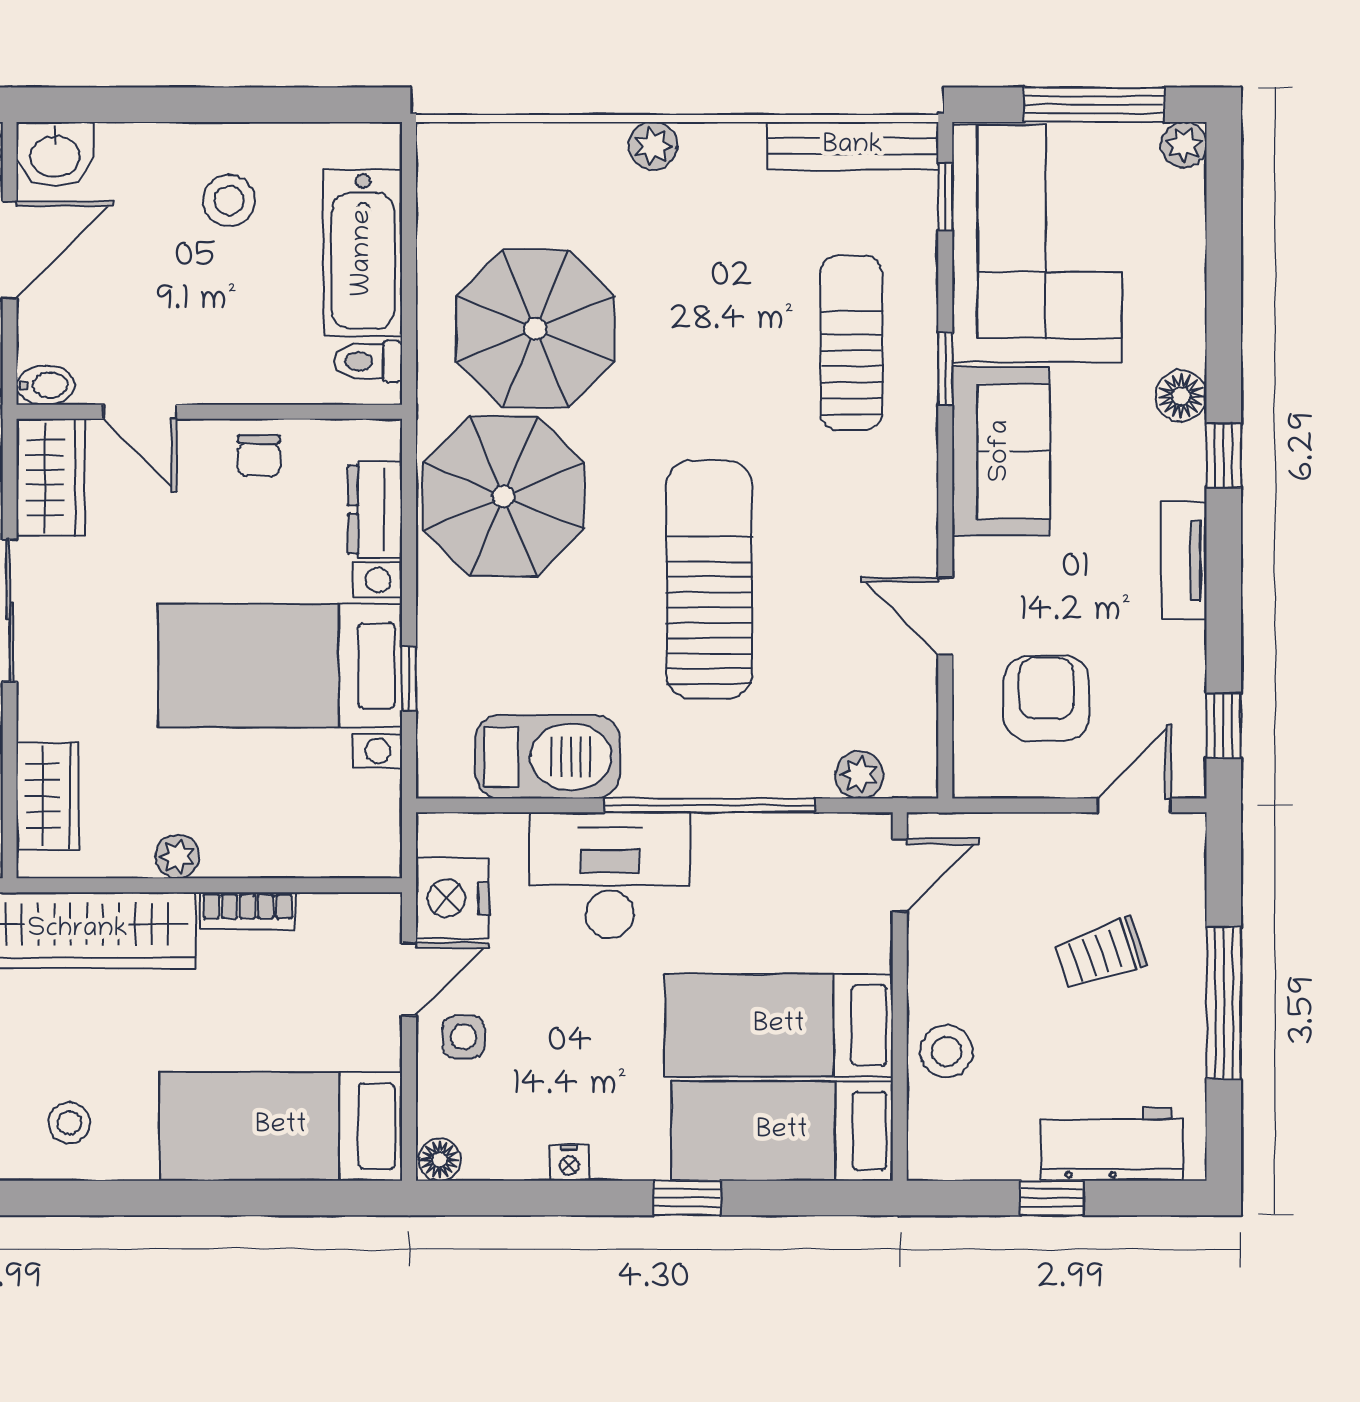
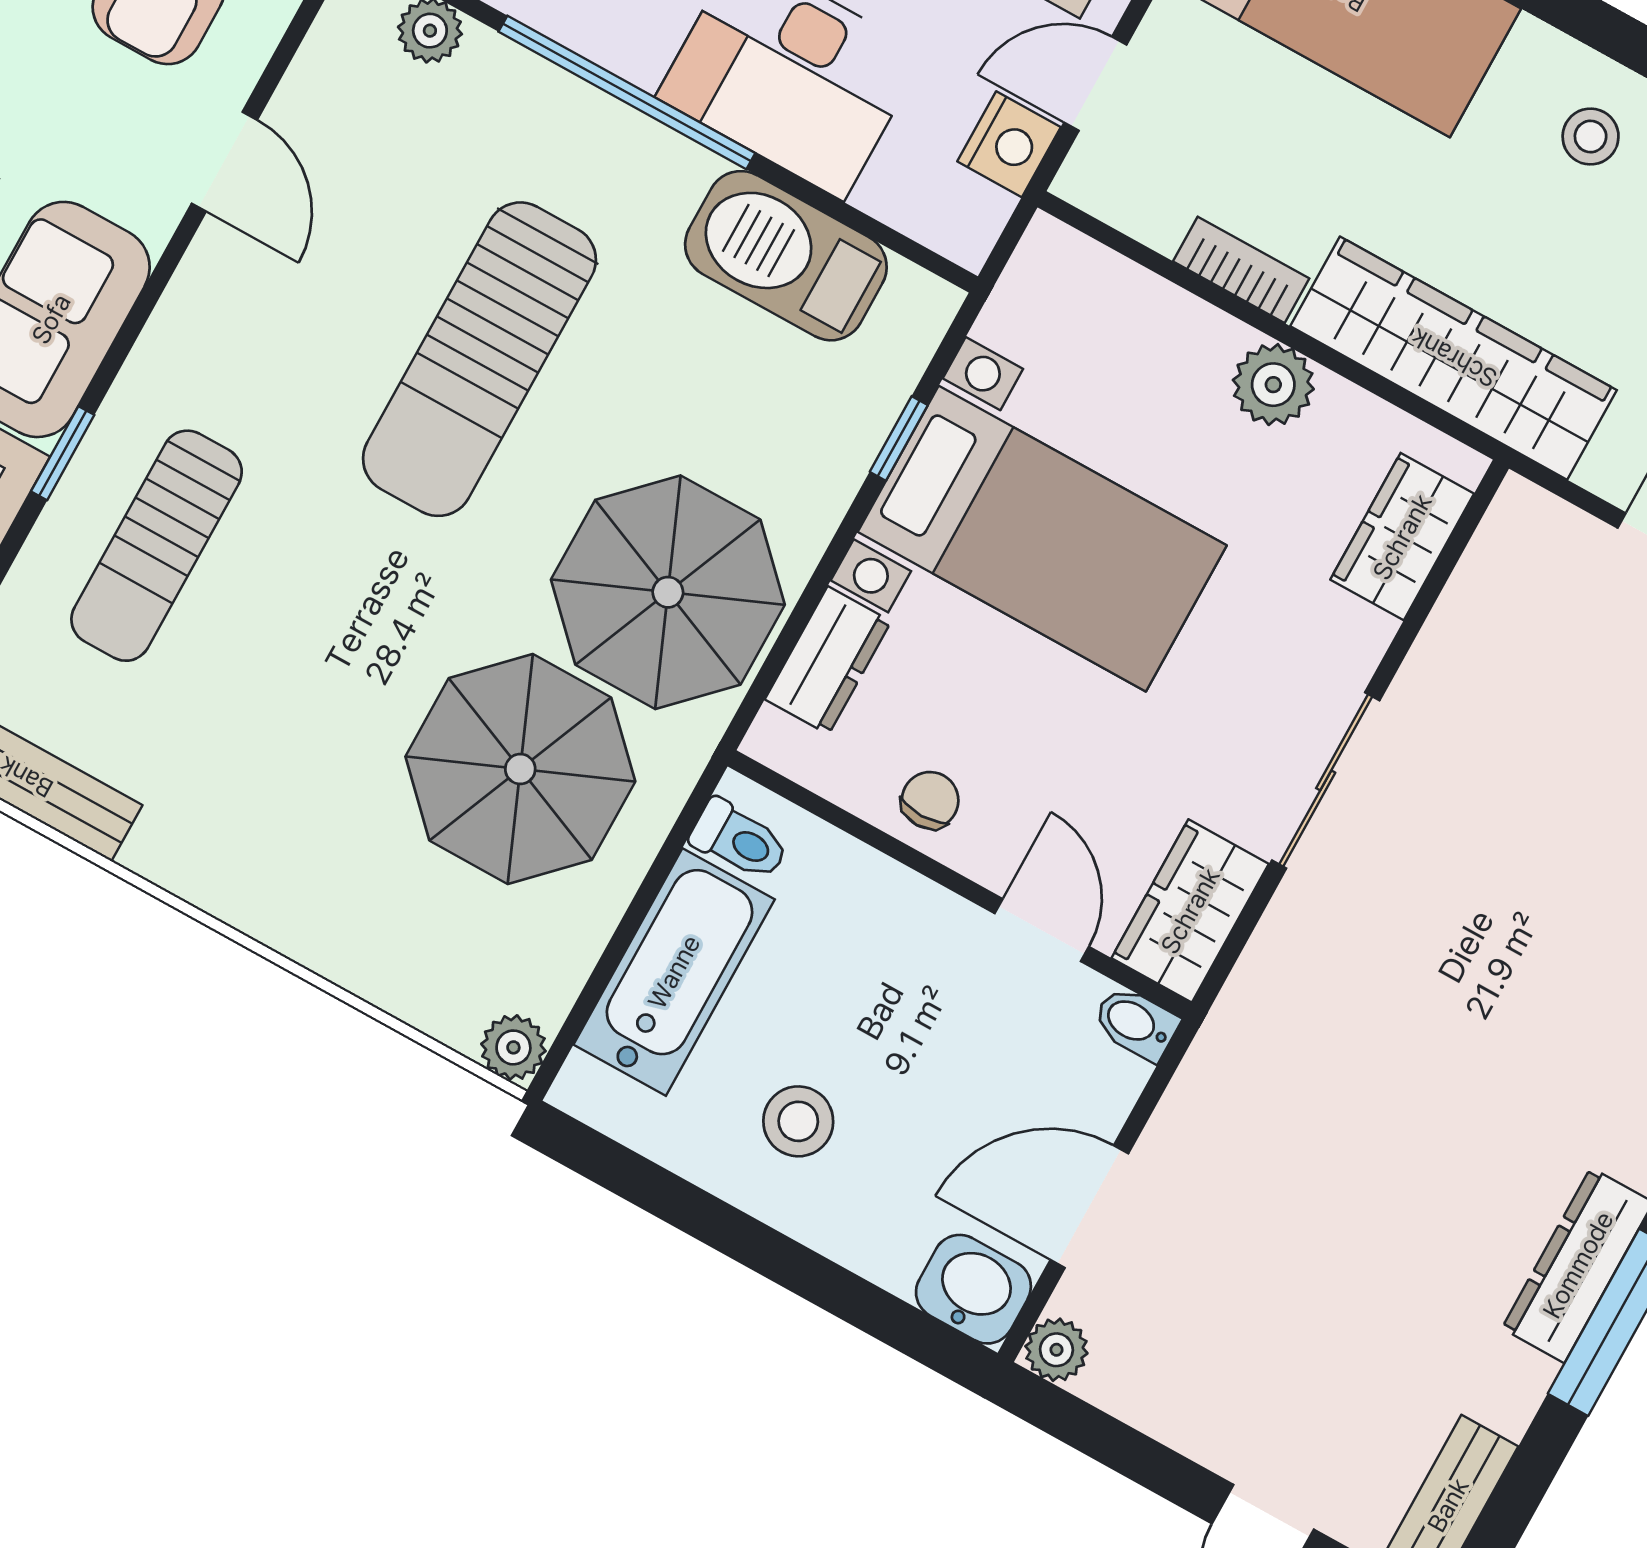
plant: (653, 146) -> (513, 1047), moved
plant: (177, 856) -> (1273, 385), width x1.38, depth x1.38
nightstand: (452, 898) -> (1009, 144), width x0.74, depth x0.75

